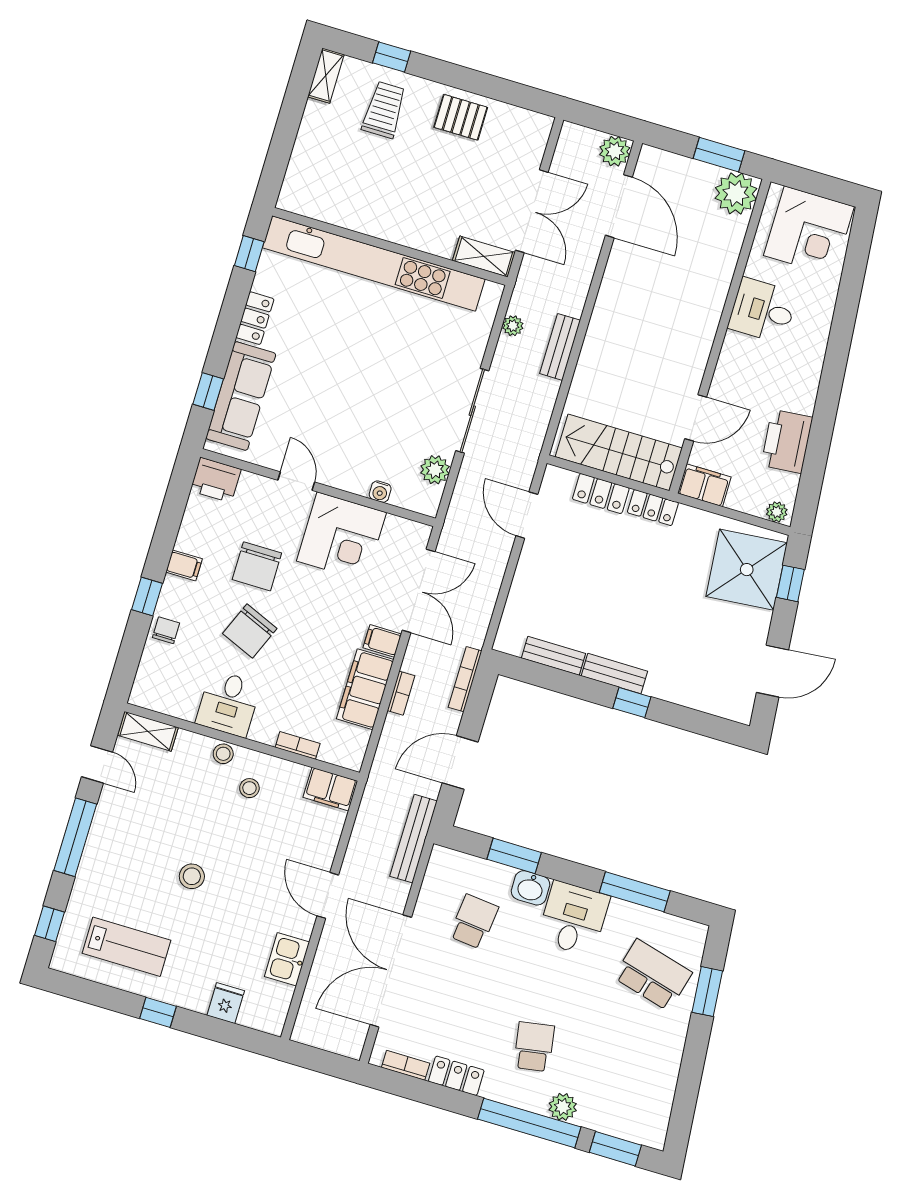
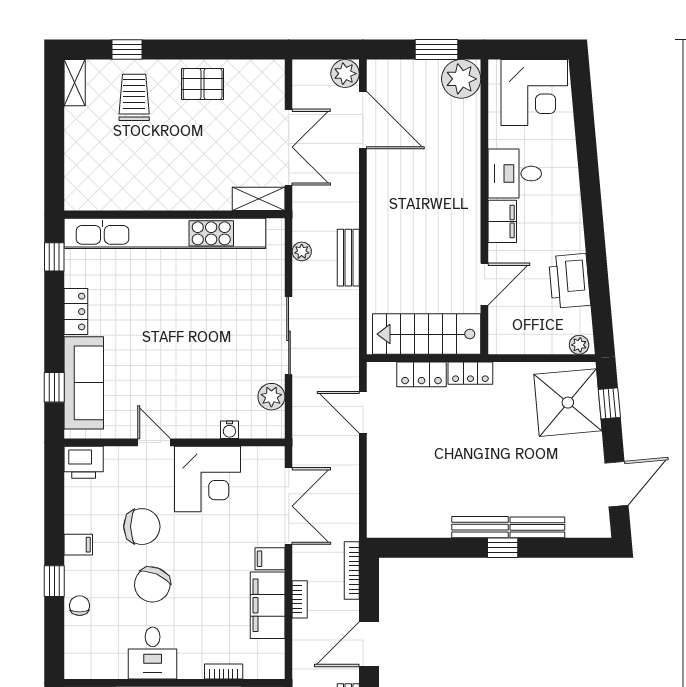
filing cabinet: (704, 485) -> (502, 221), moved, turned 90
chair: (257, 566) -> (142, 527), turned -90
bench: (553, 656) -> (537, 527), moved

